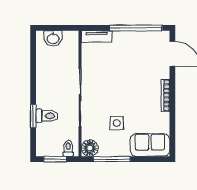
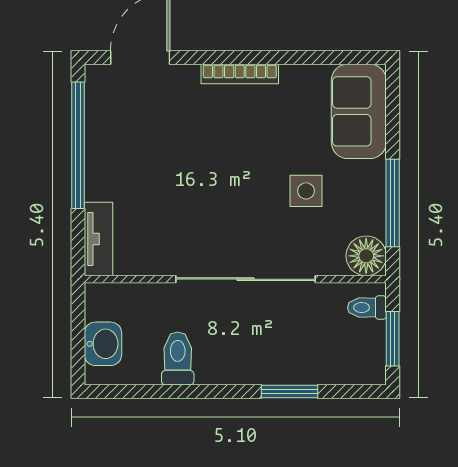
toilet: (47, 116) -> (178, 358), moved

